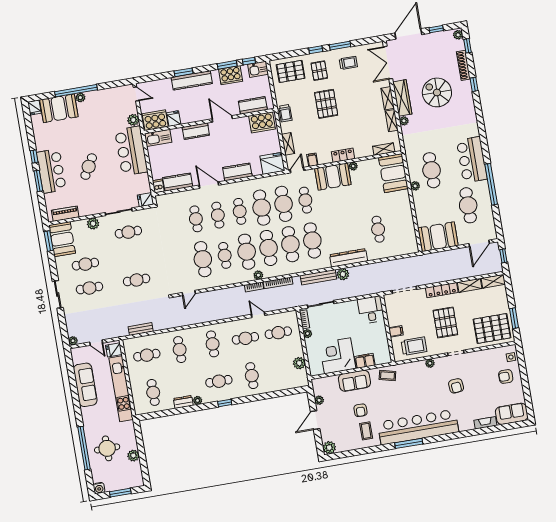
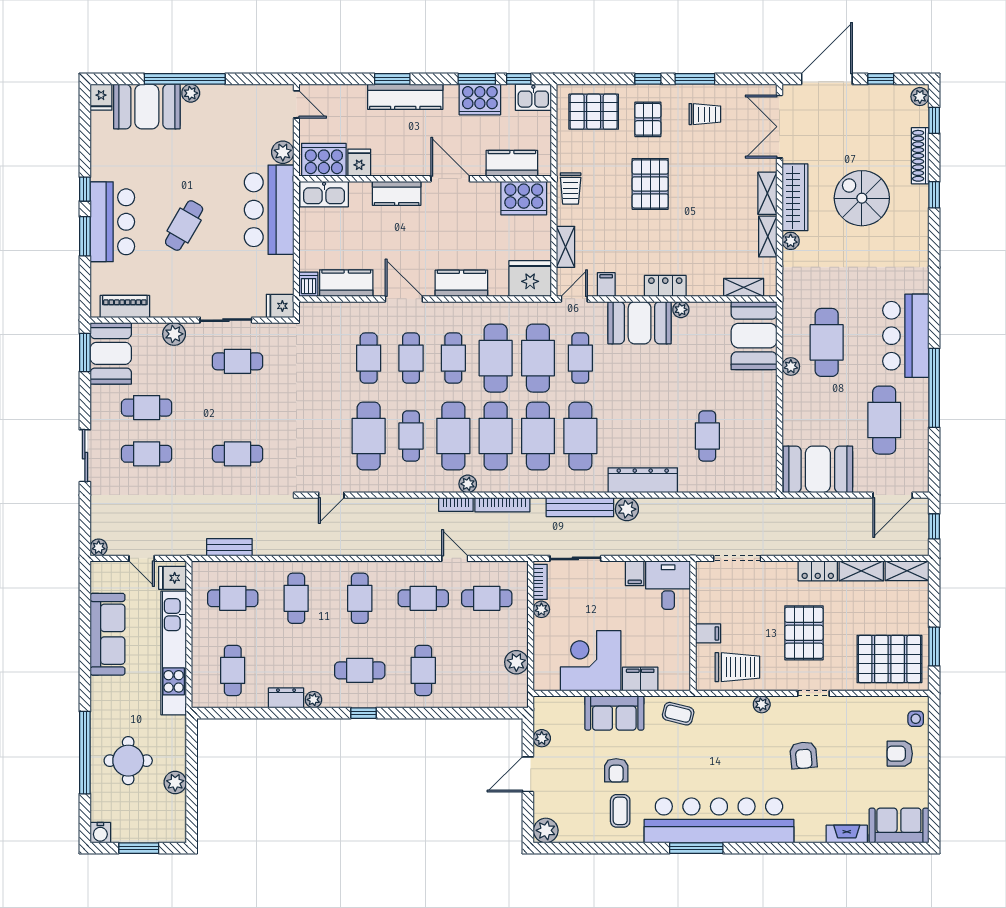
locker: (442, 290) -> (818, 571), width x0.66
filing cabinet: (353, 307) -> (635, 573), added

